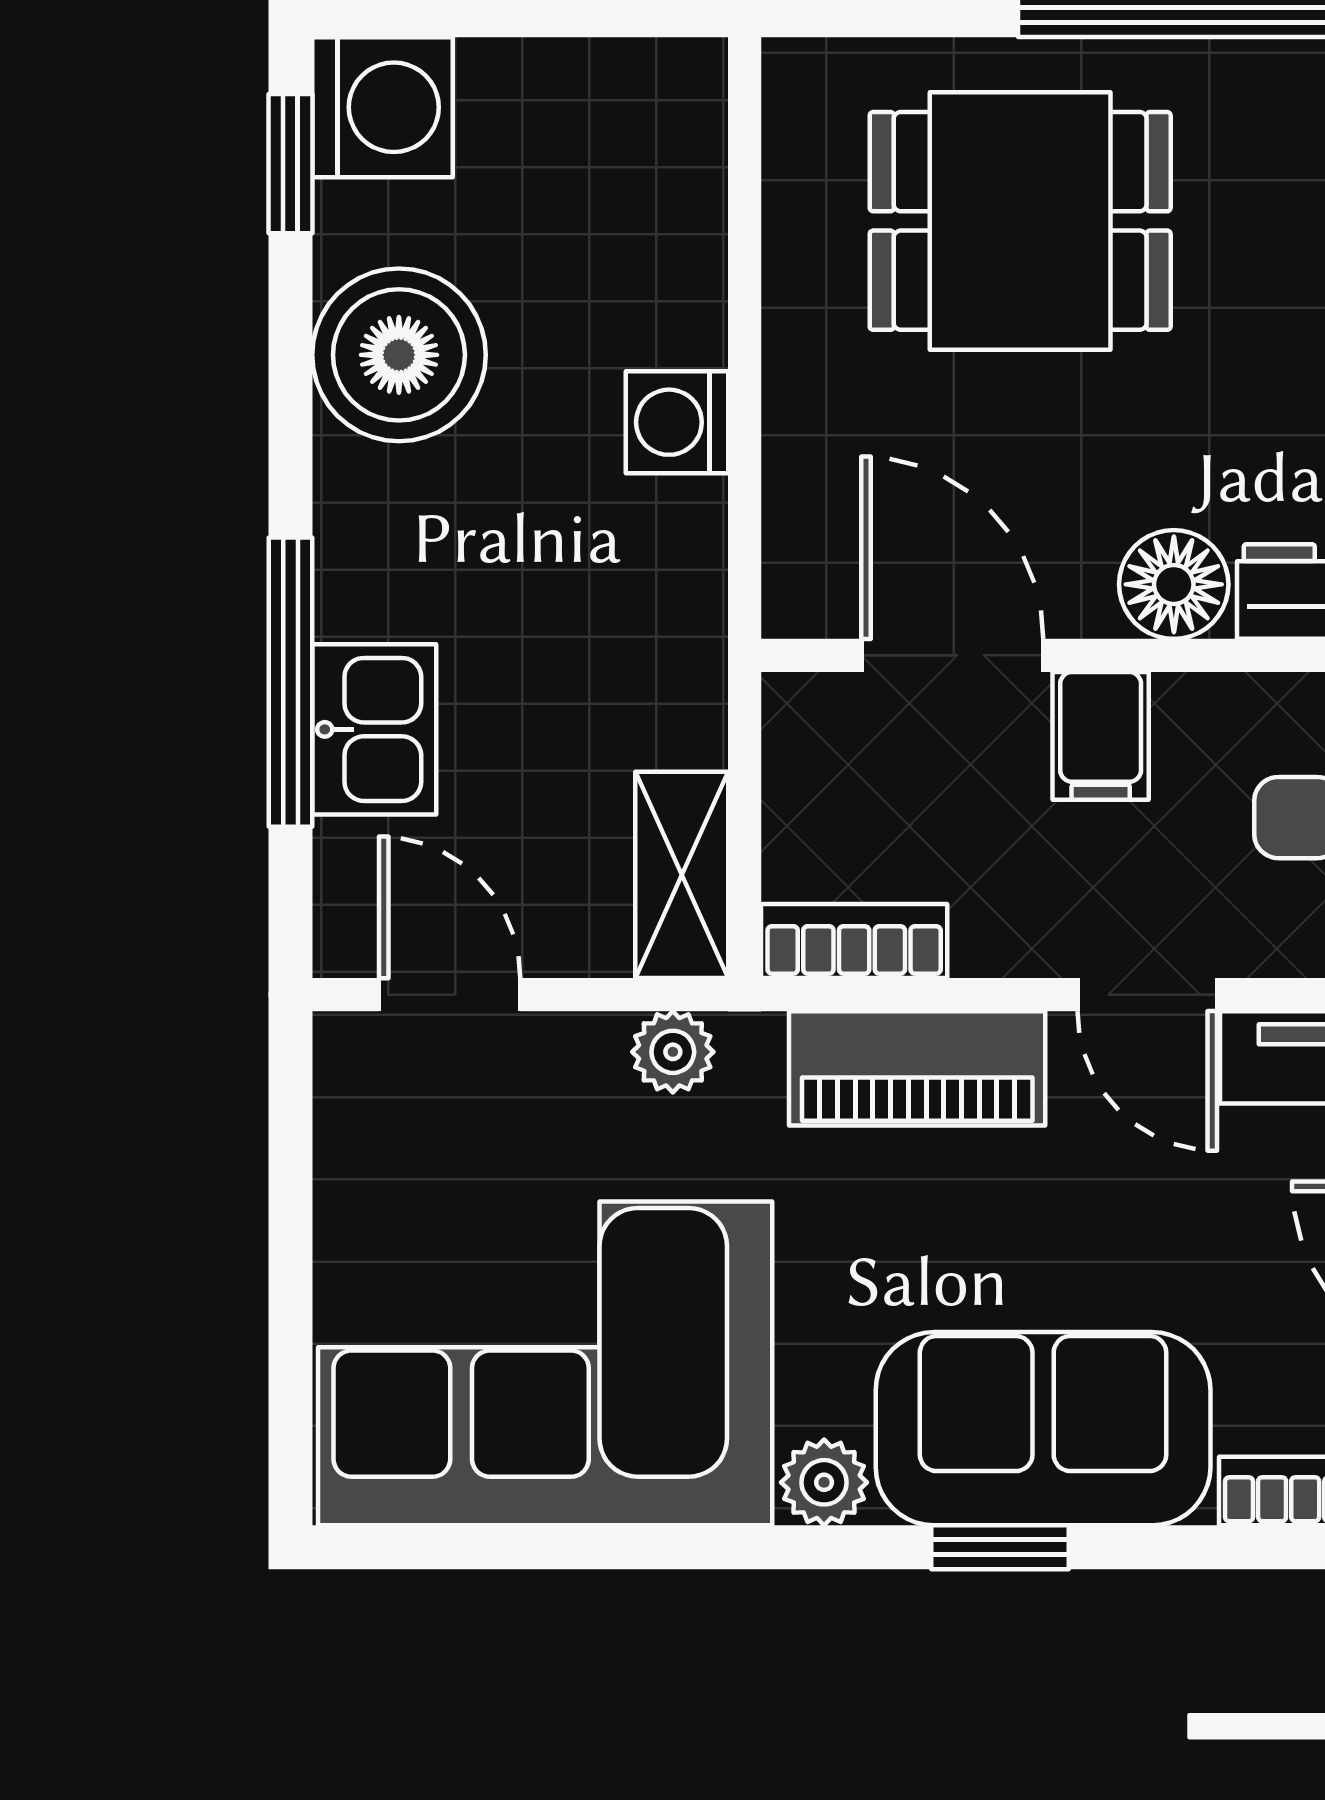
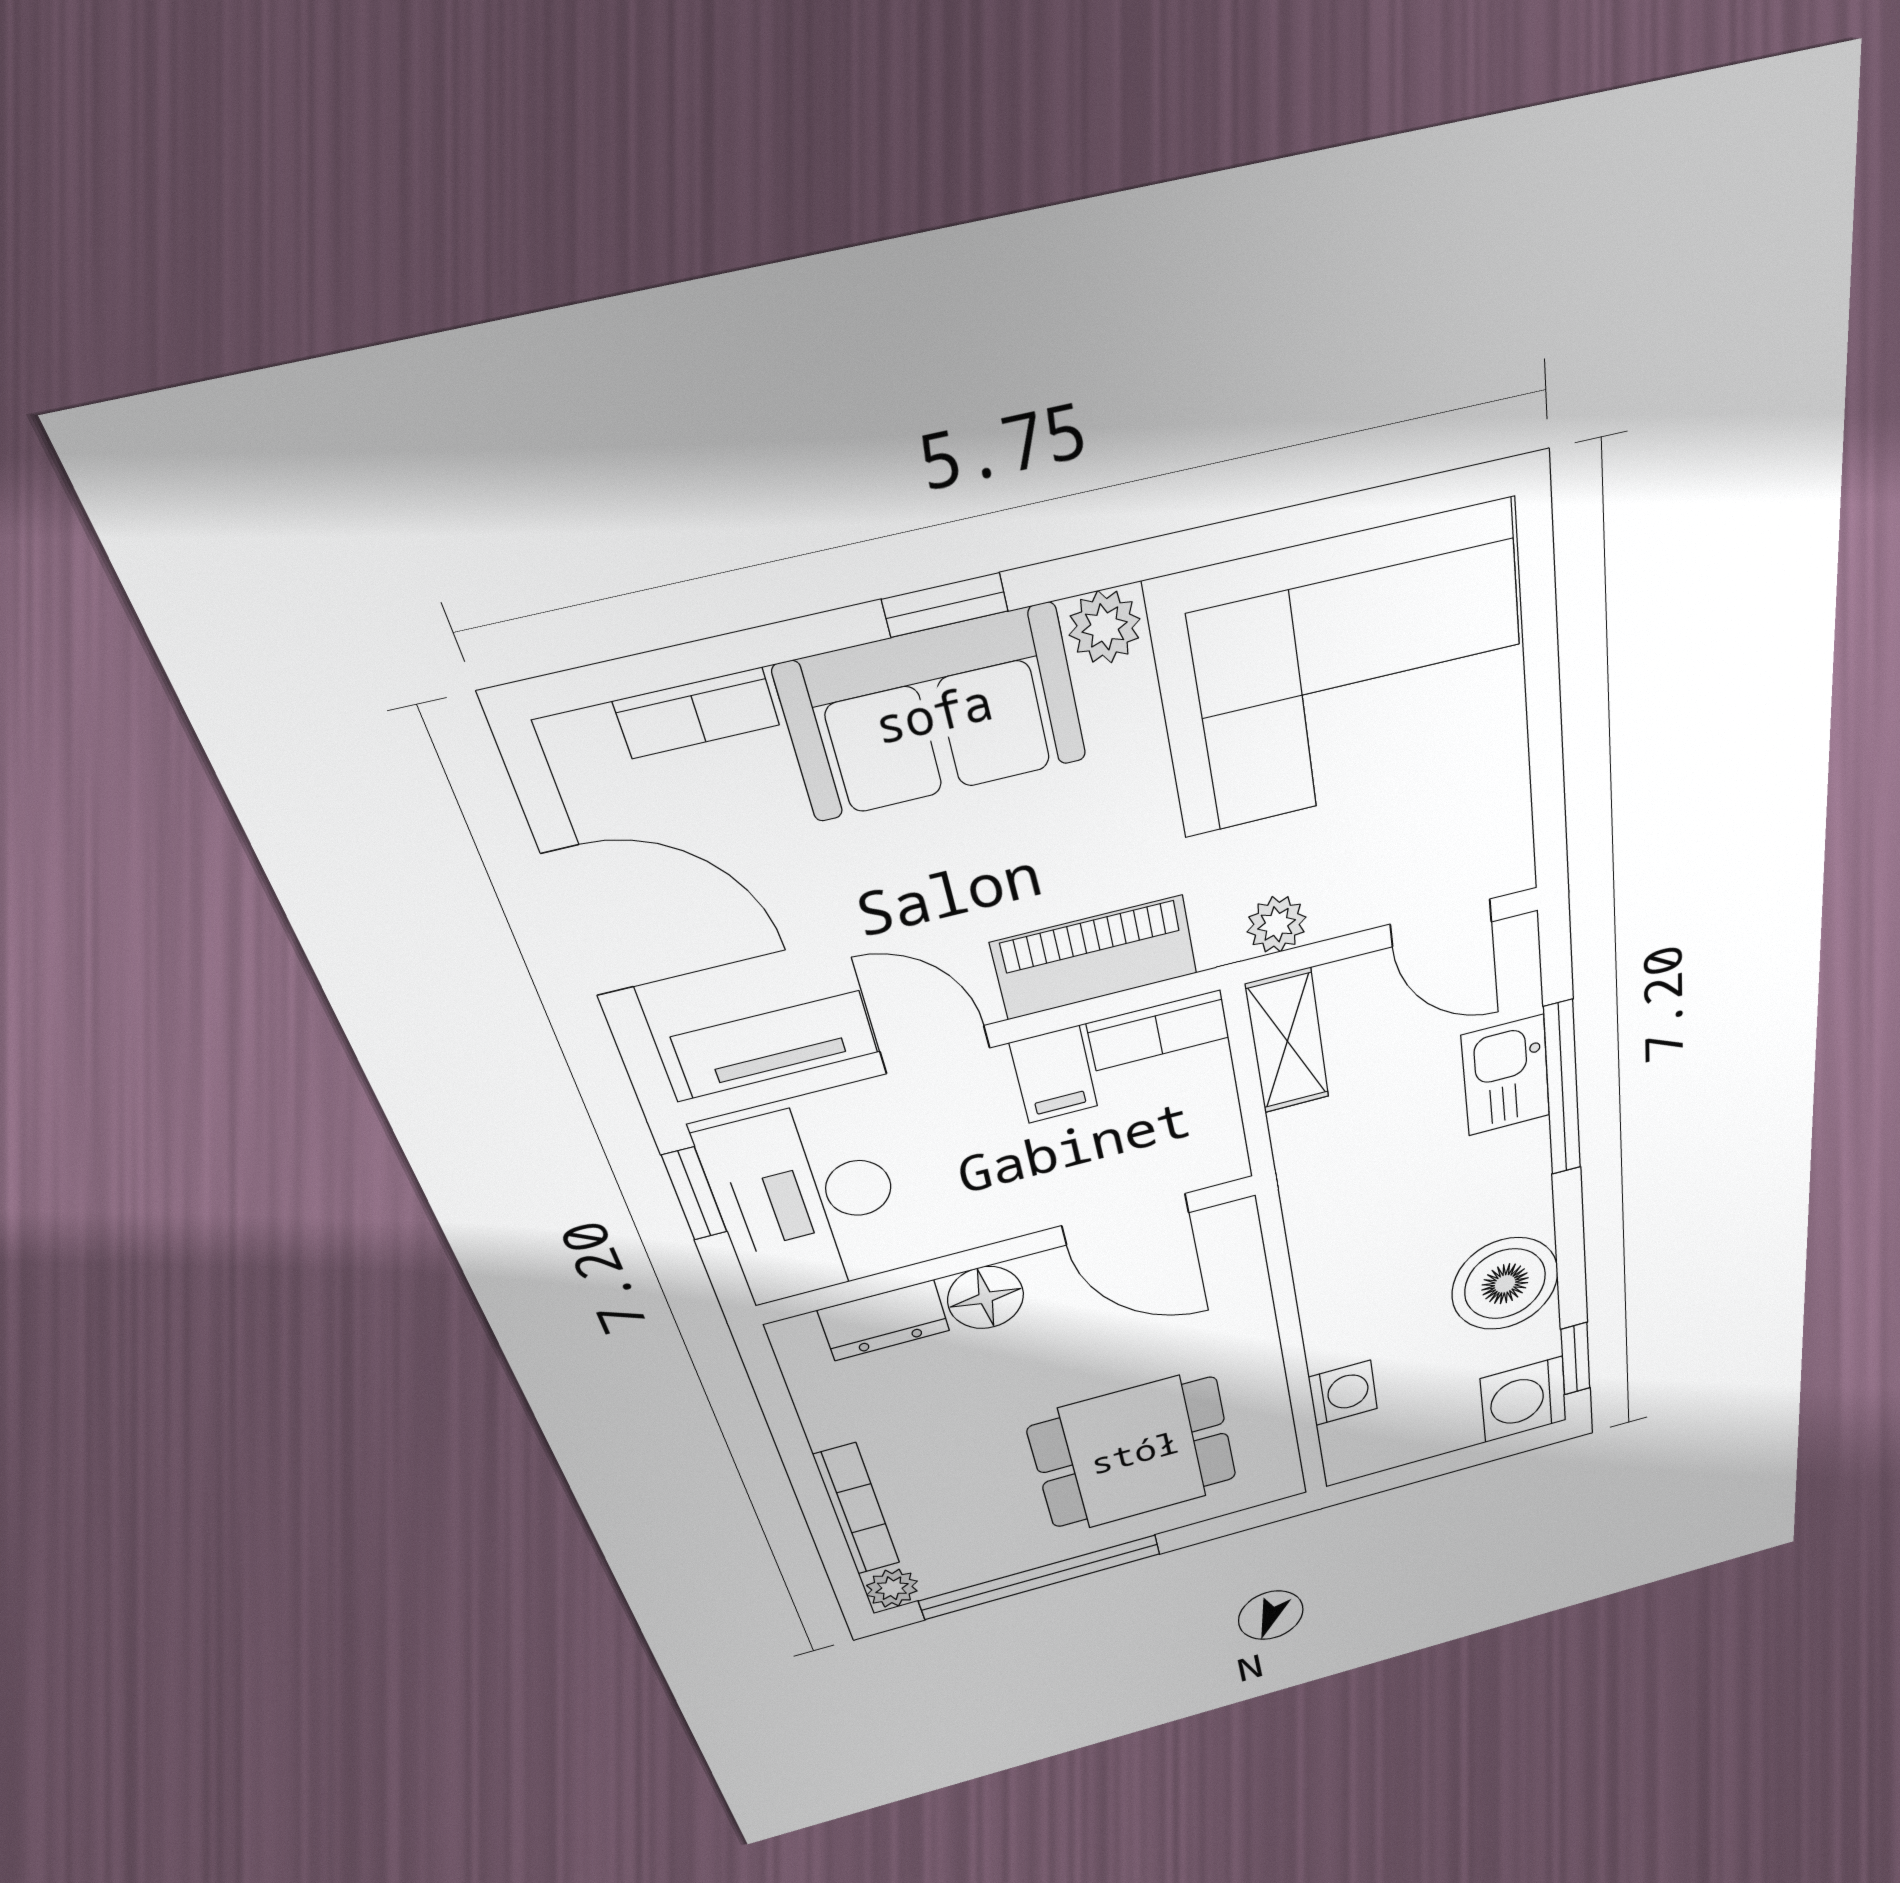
washing machine: (677, 422) -> (1343, 1393), moved
filing cabinet: (1101, 736) -> (1054, 1075), moved, turned 180

